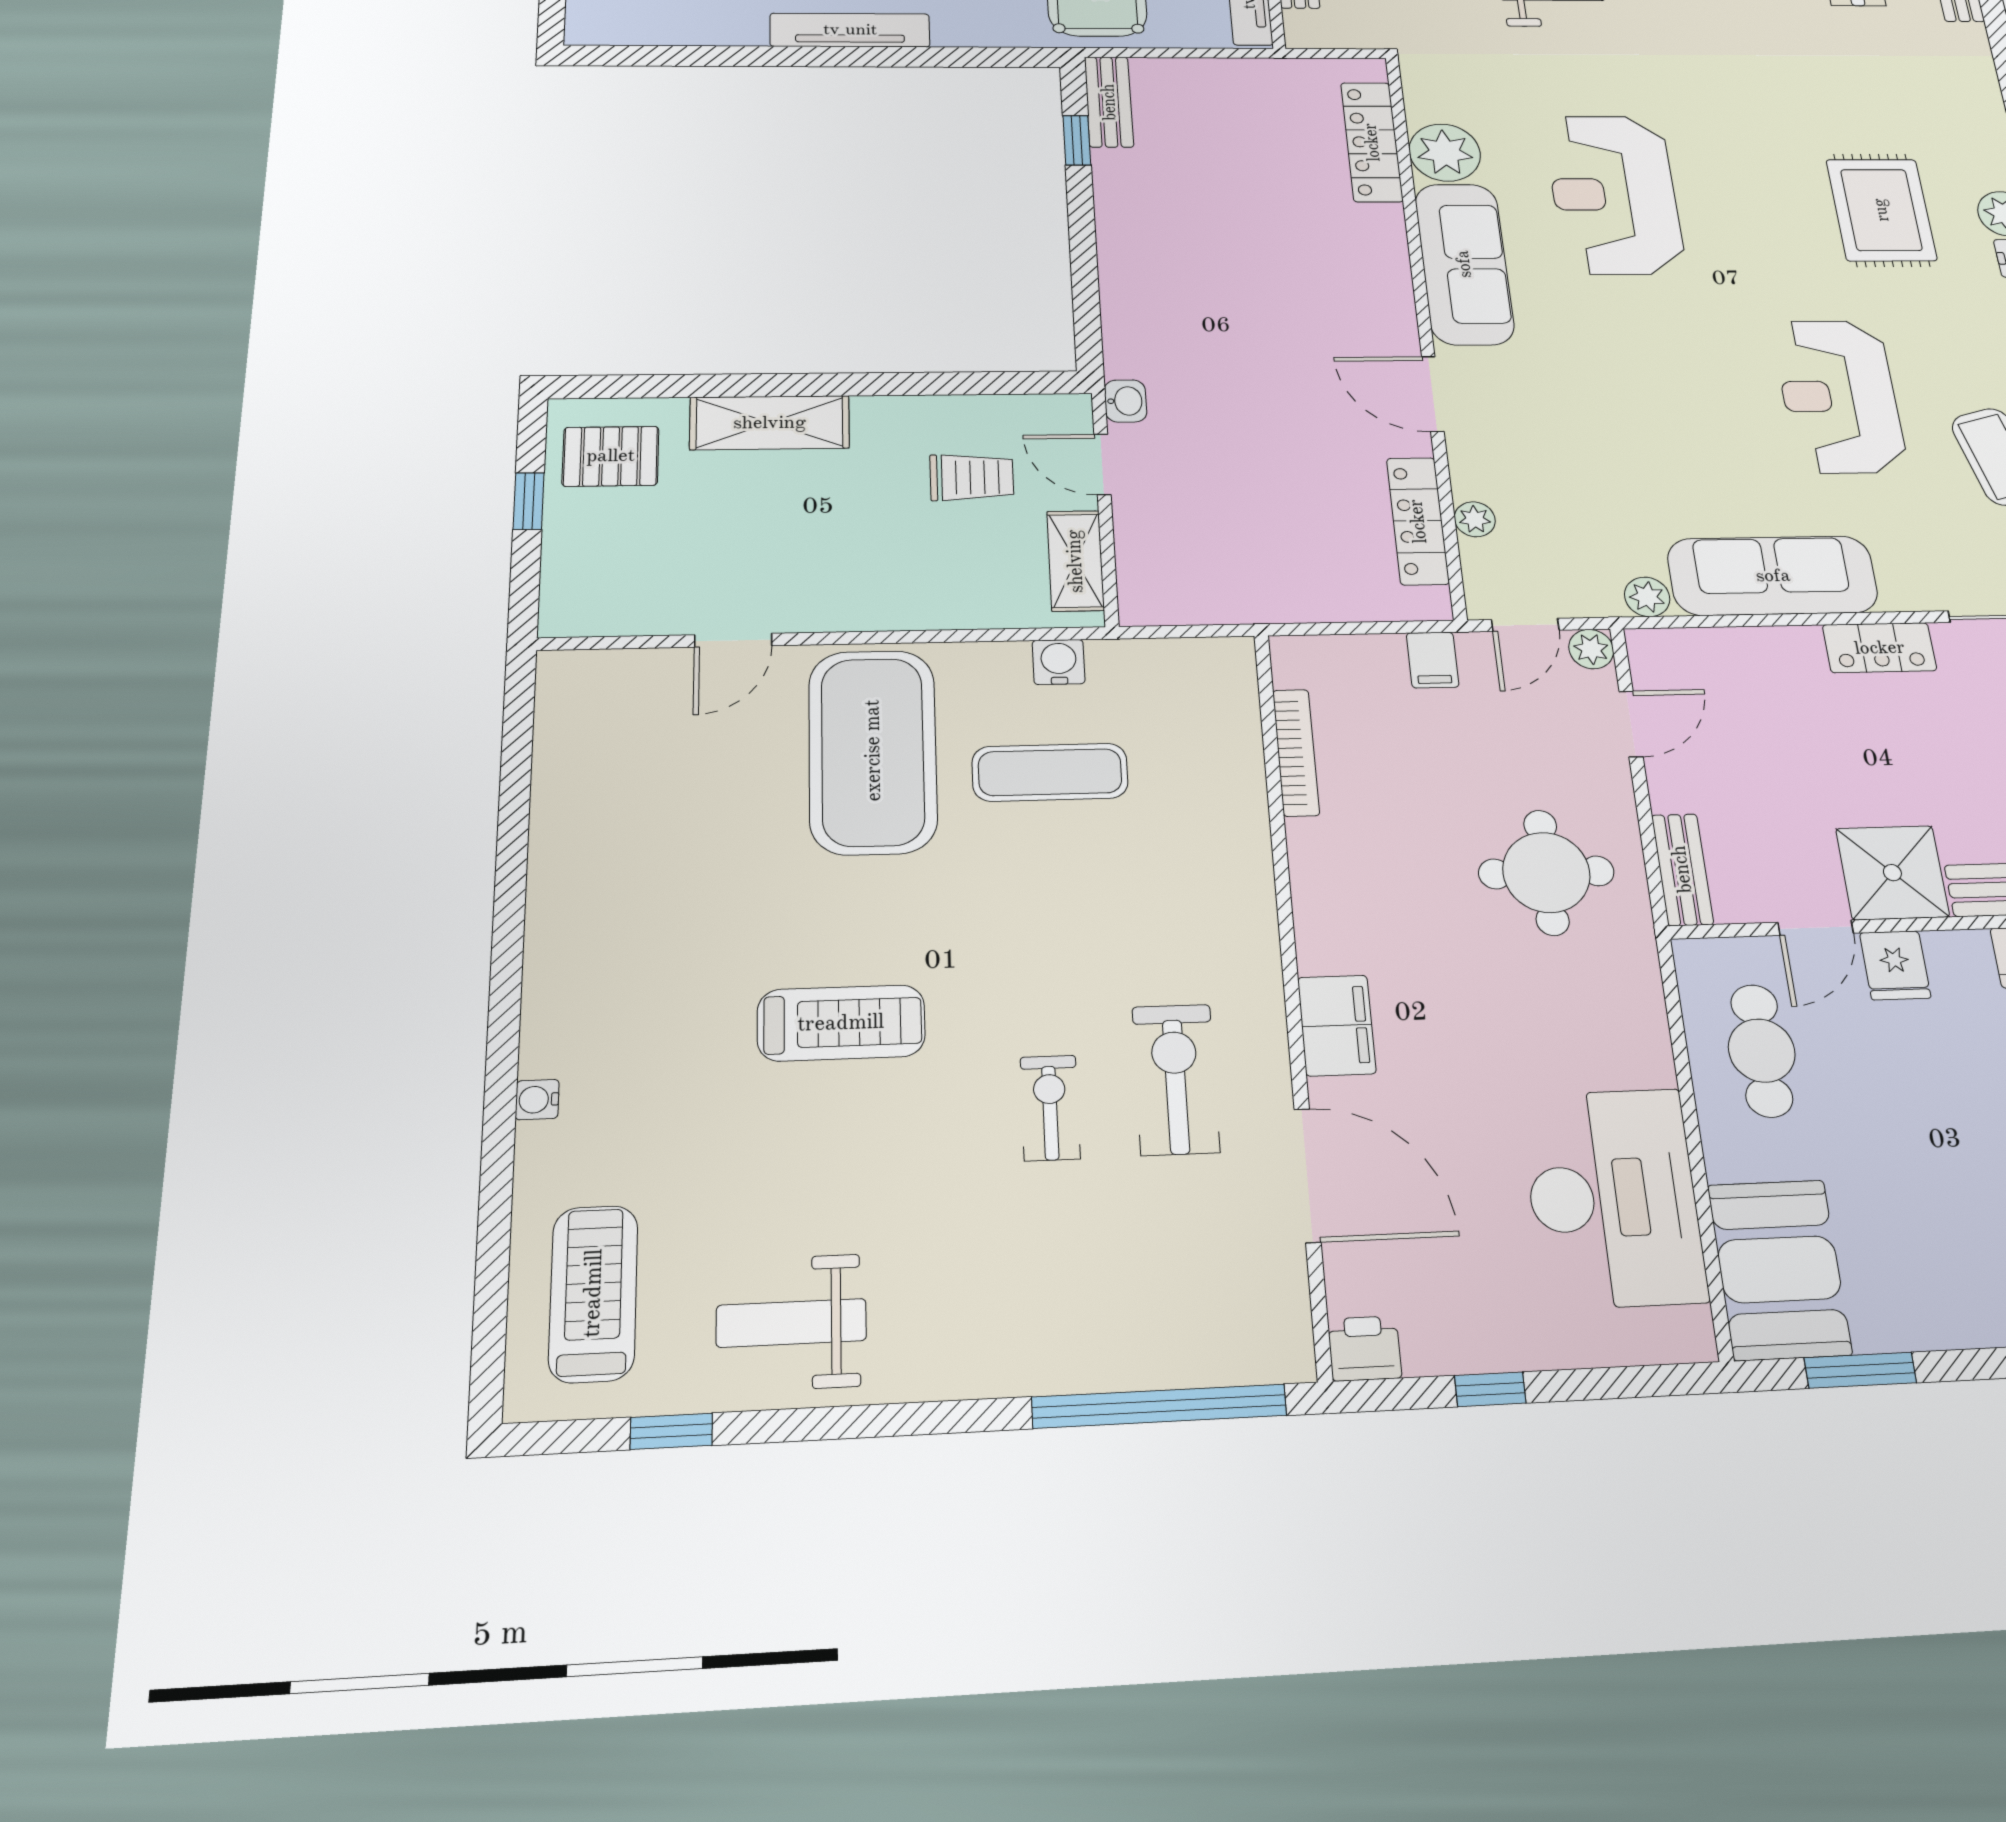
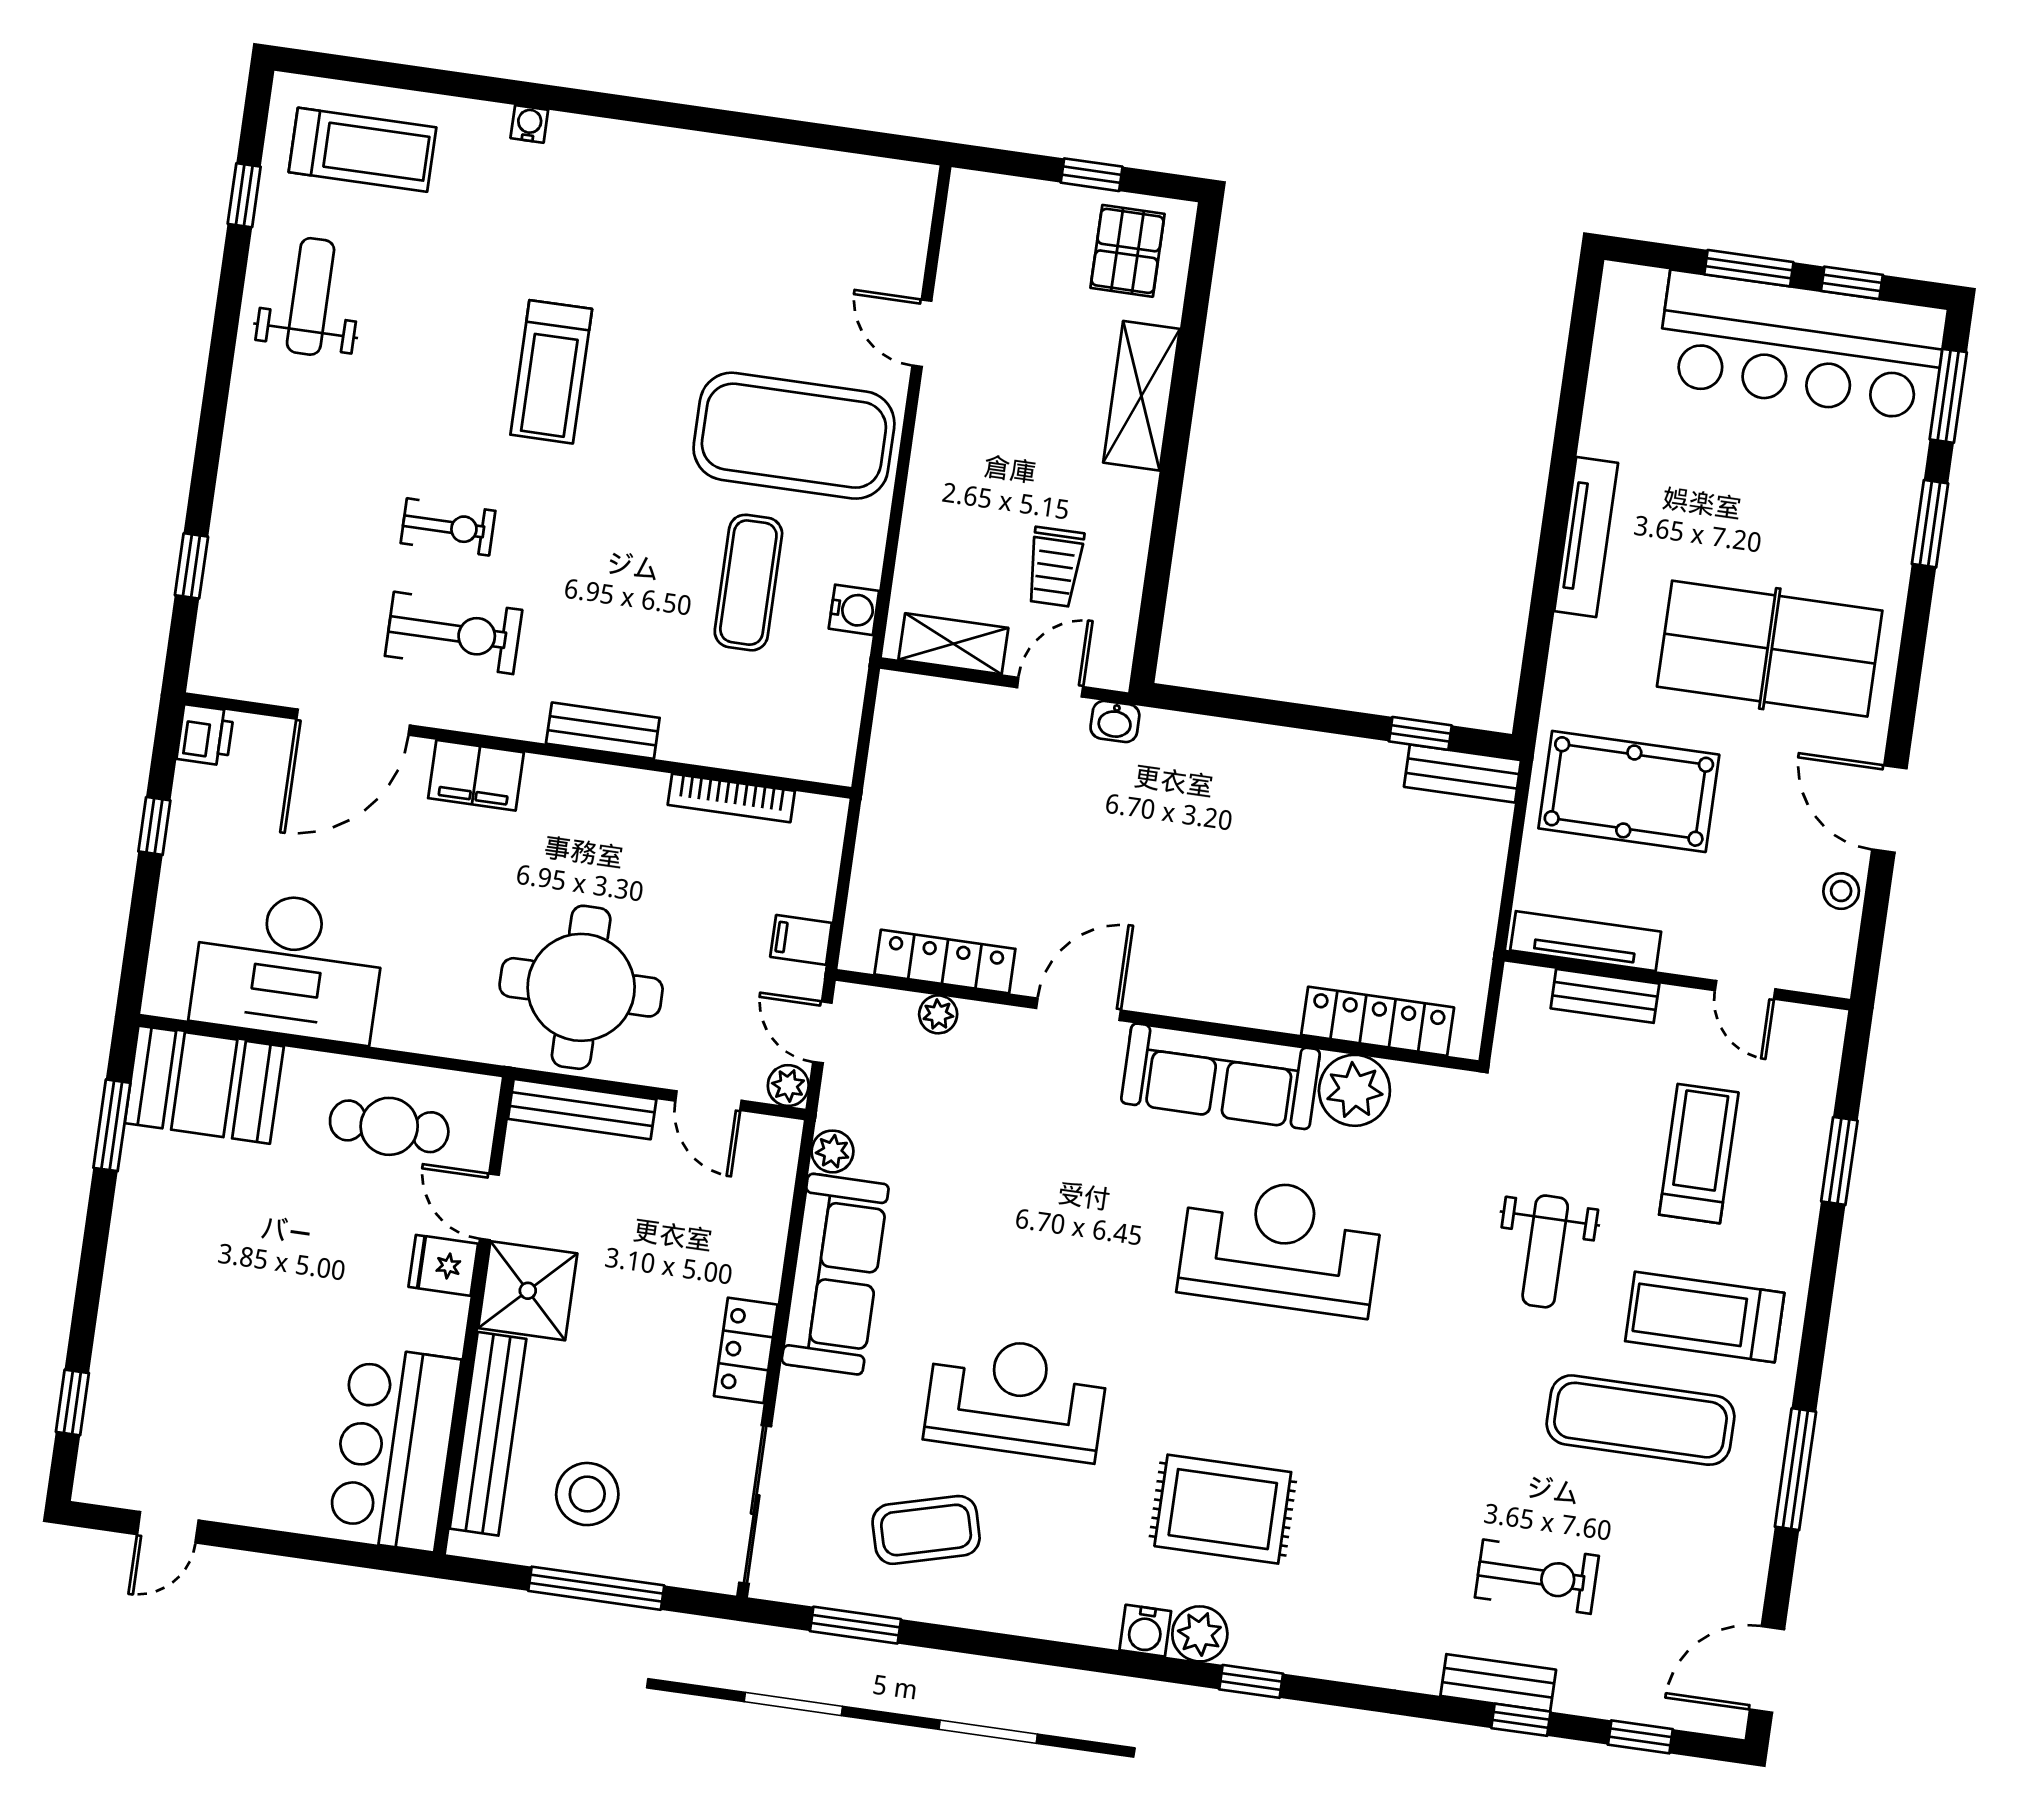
bench: (1682, 869) -> (582, 1109), width x1.36
round table: (1546, 872) -> (581, 987), width x1.36, depth x1.36
bench: (1252, 897) -> (603, 731), added
window: (1159, 1406) -> (191, 566), width x0.32

